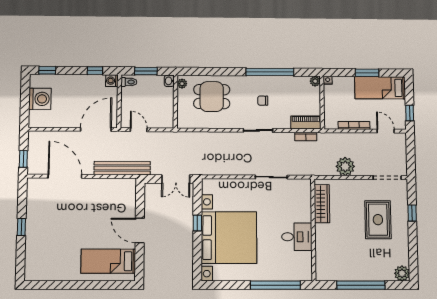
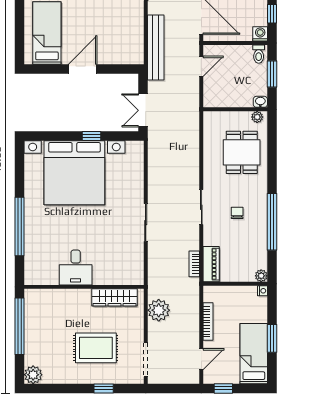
wardrobe: (322, 204) -> (114, 297), moved
wall: (313, 230) -> (84, 287), moved
desk: (297, 237) -> (76, 267), moved

